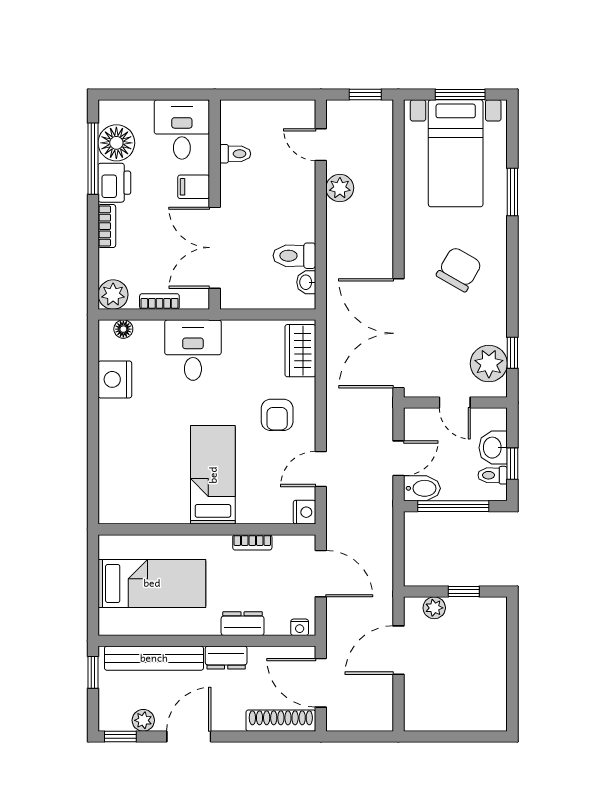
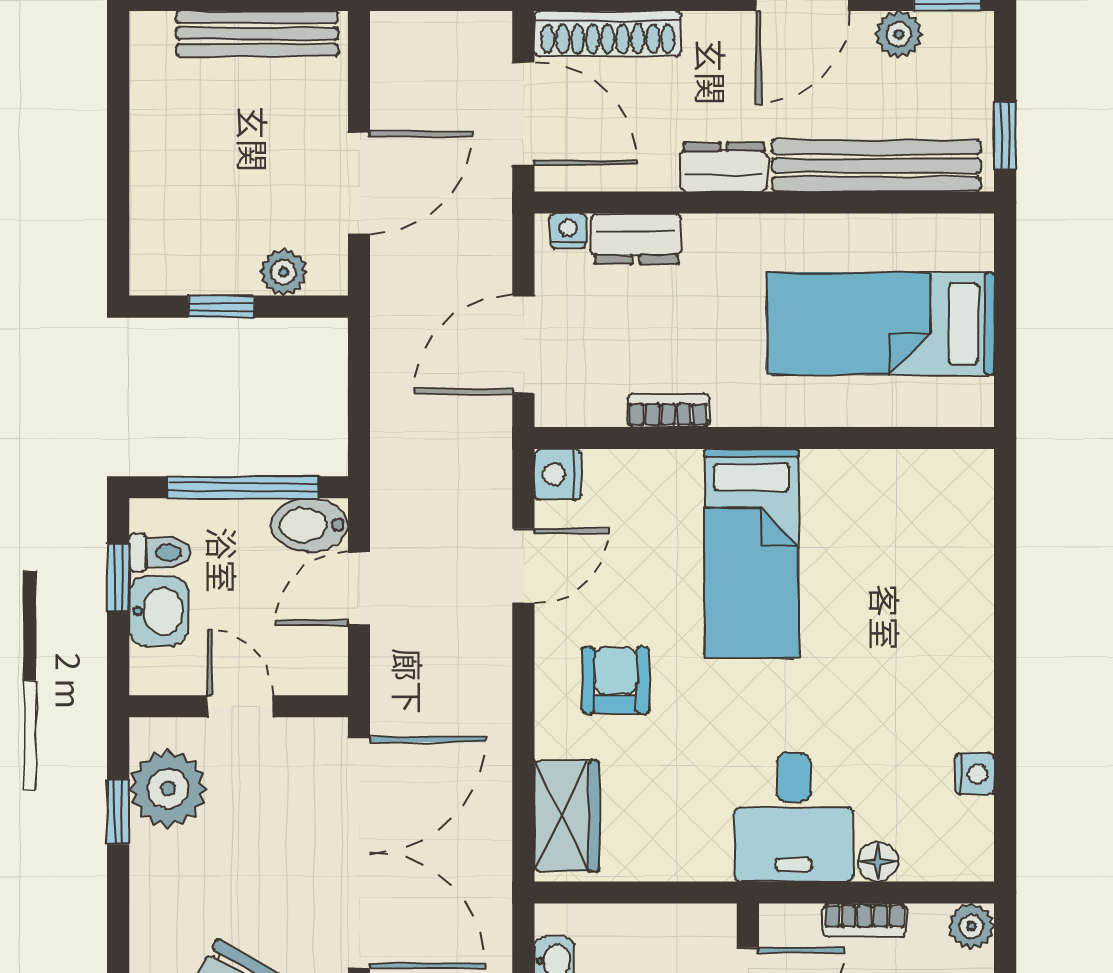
plant: (113, 295) -> (971, 926), width x0.73, depth x0.73
floor lamp: (123, 329) -> (877, 862), moved
nightstand: (115, 379) -> (975, 774), width x0.53, depth x0.56
door: (321, 574) -> (523, 344), hinge flipped
dresser: (243, 624) -> (636, 239), moved
bench: (447, 721) -> (257, 33), added

